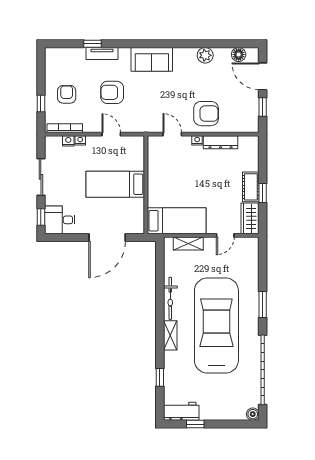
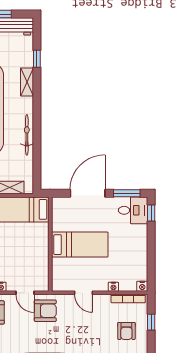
armchair: (112, 92) -> (45, 311), moved
nightstand: (68, 141) -> (142, 286), moved
sliding door: (41, 177) -> (151, 252), removed
window: (66, 238) -> (127, 193), added
shelving: (170, 335) -> (27, 82), moved

